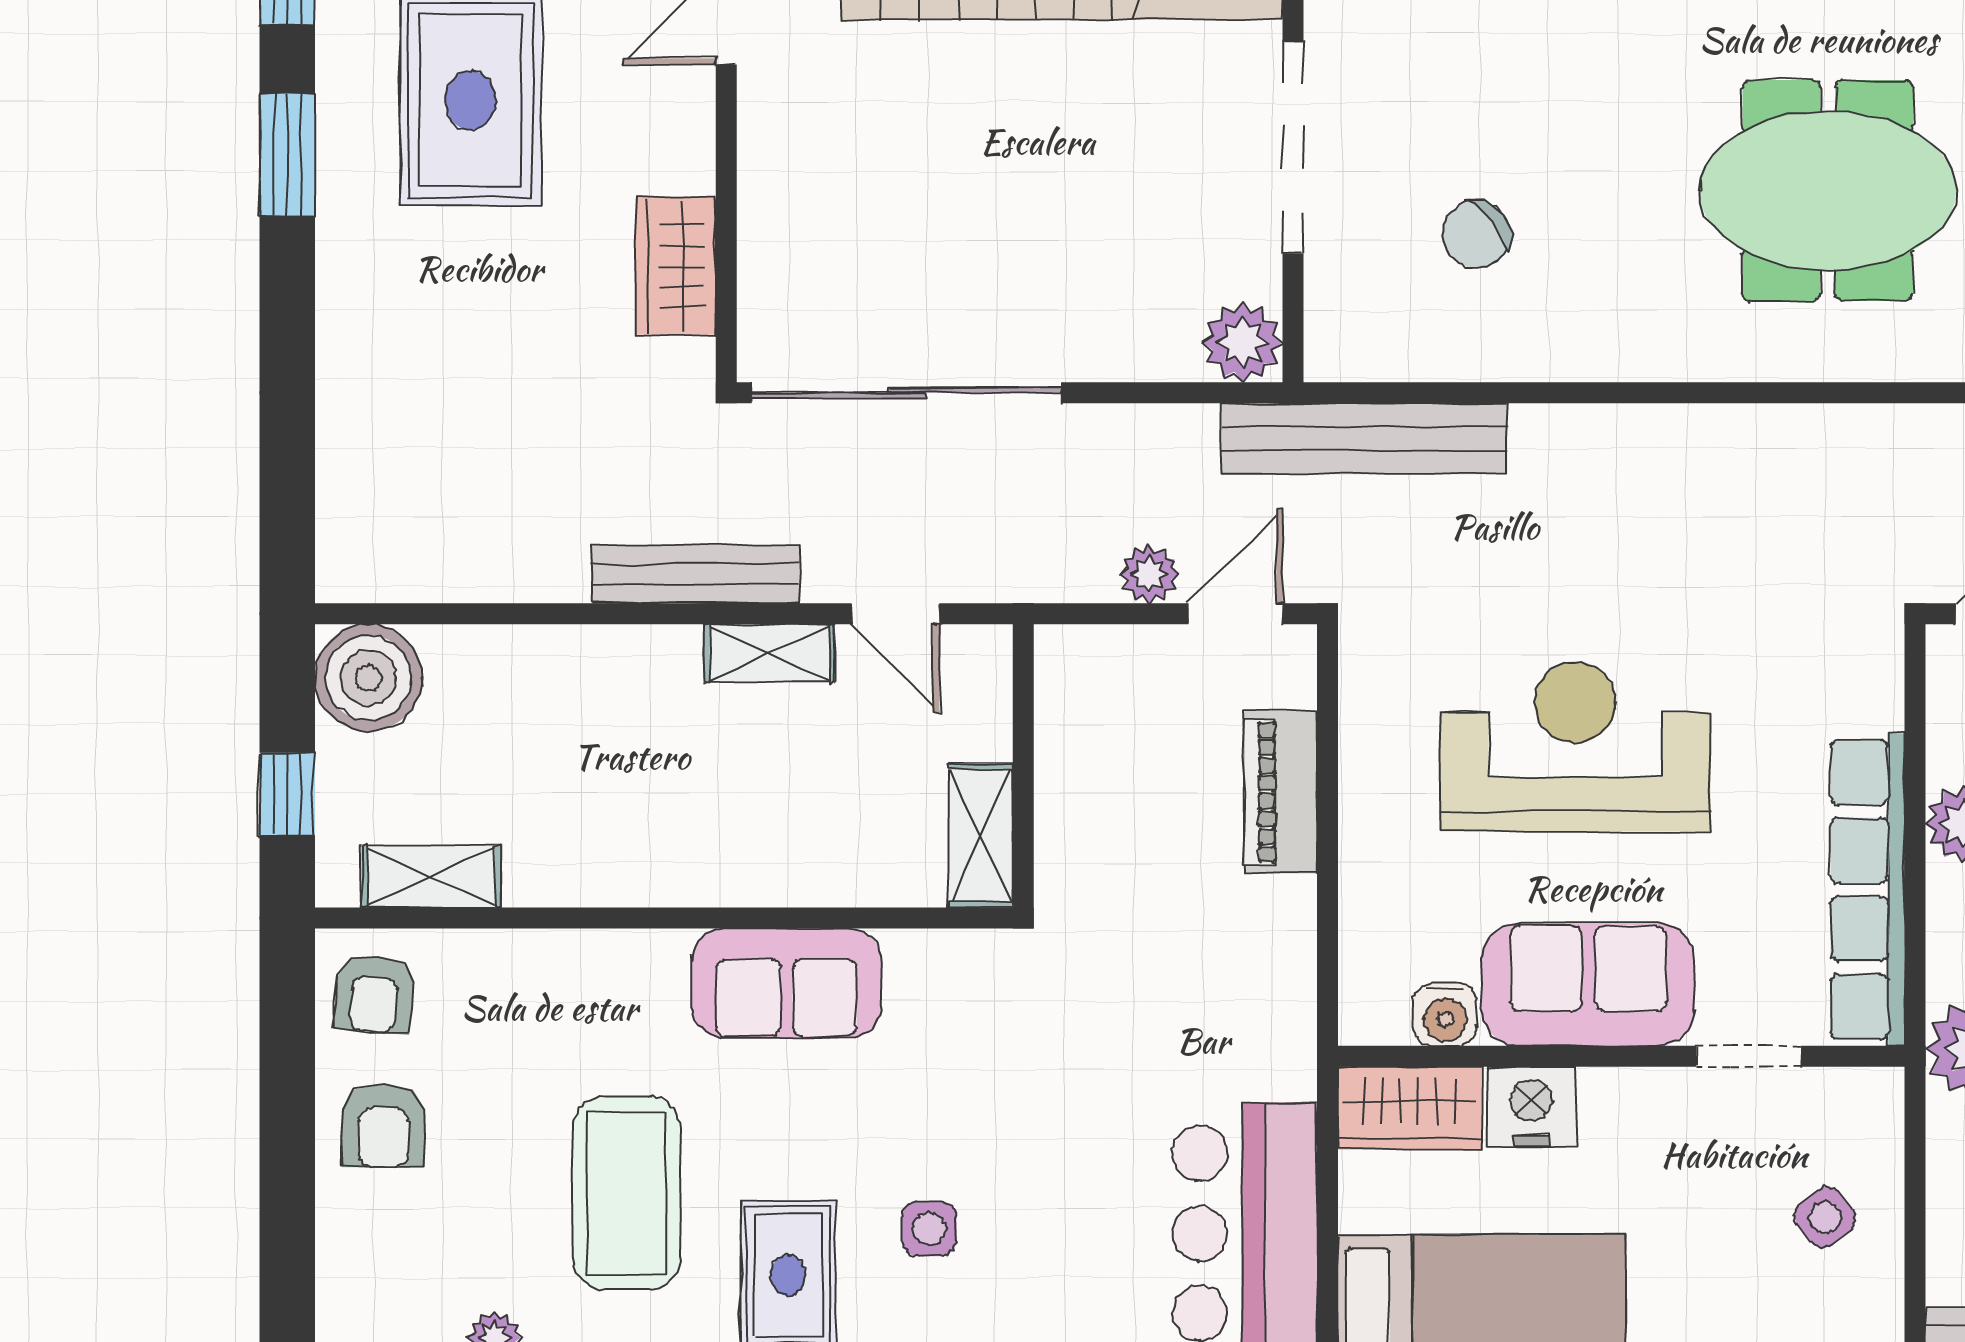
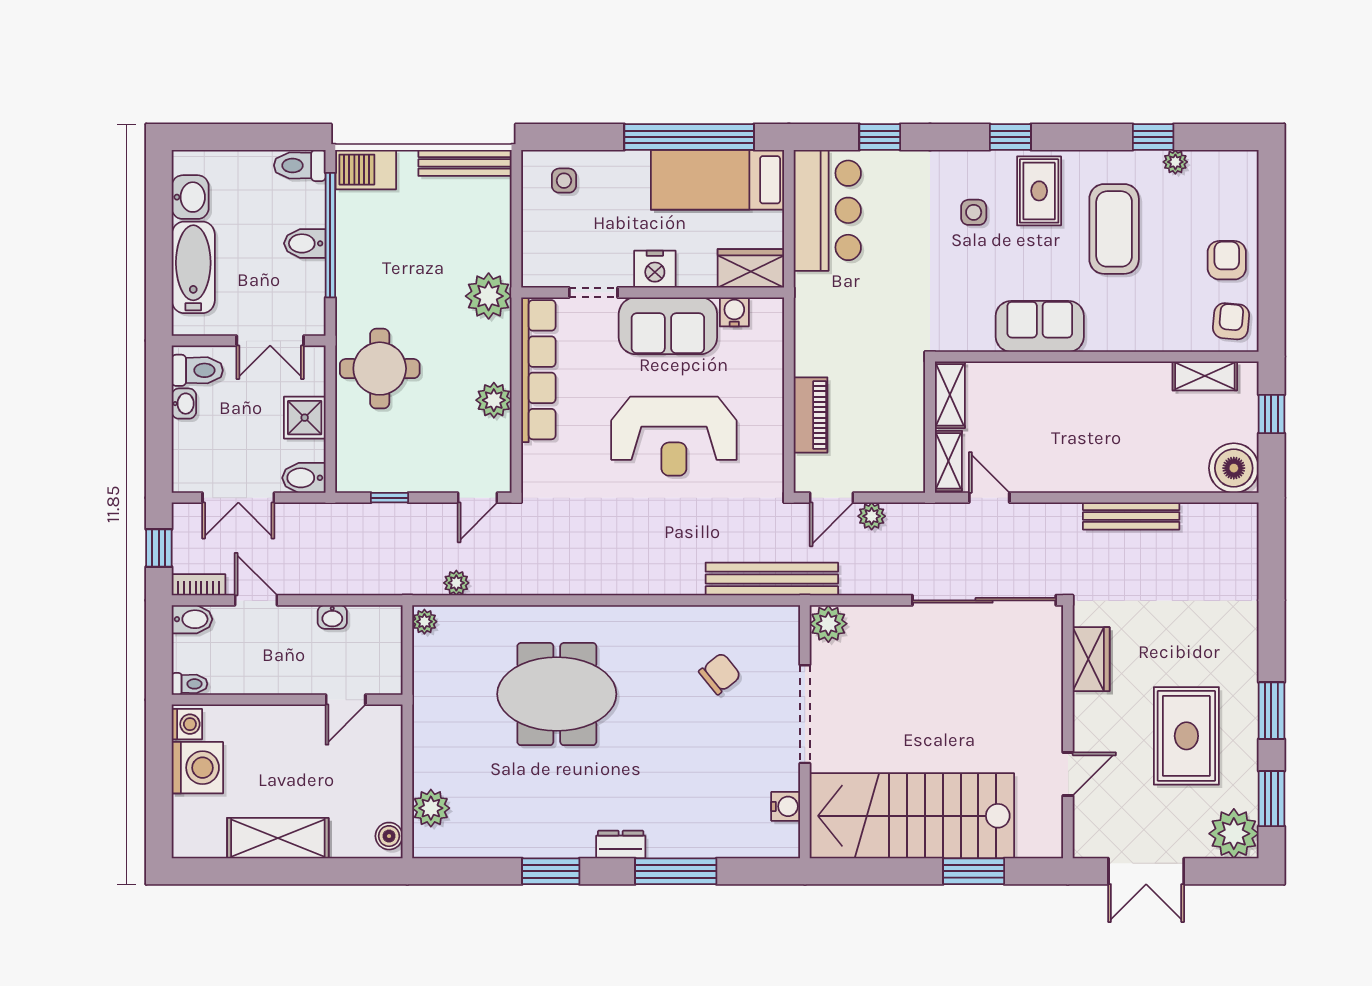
bench: (696, 574) -> (1131, 516), moved
shelving: (769, 653) -> (948, 461), moved, turned 90
nightstand: (1531, 1106) -> (655, 269), moved
side table: (1825, 1217) -> (564, 181), moved, turned 38

